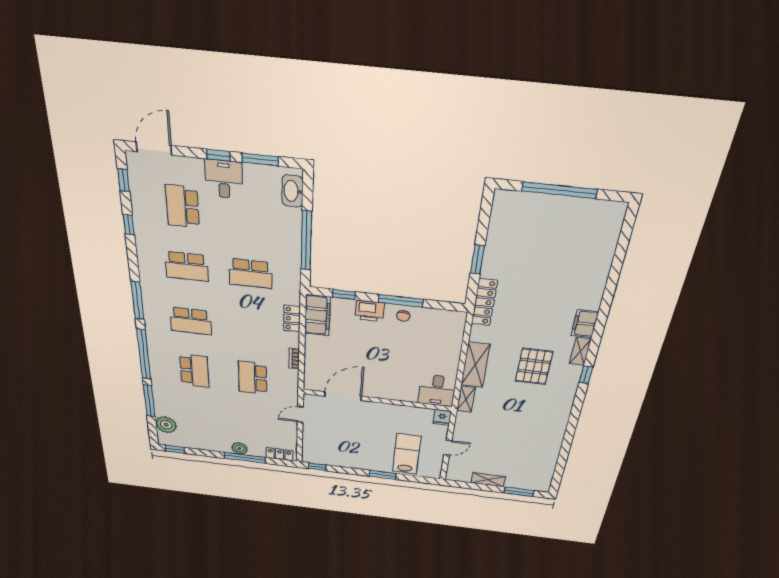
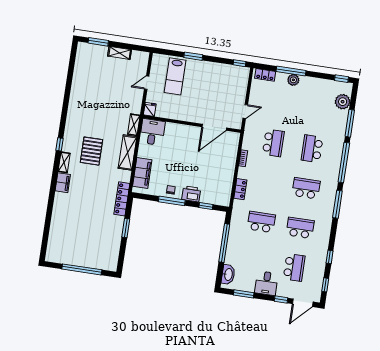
window: (218, 155) -> (281, 300), moved
filing cabinet: (317, 315) -> (142, 173), moved, turned 180

